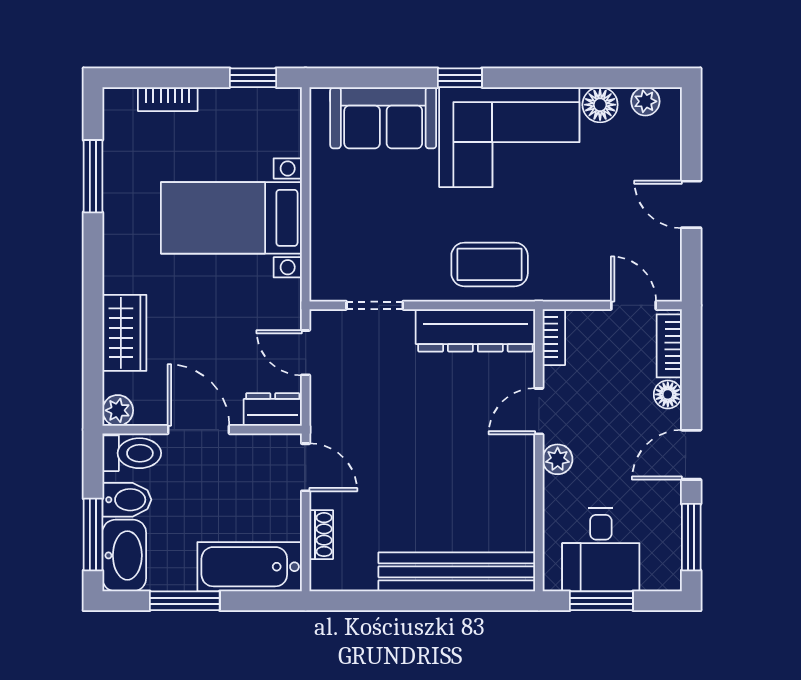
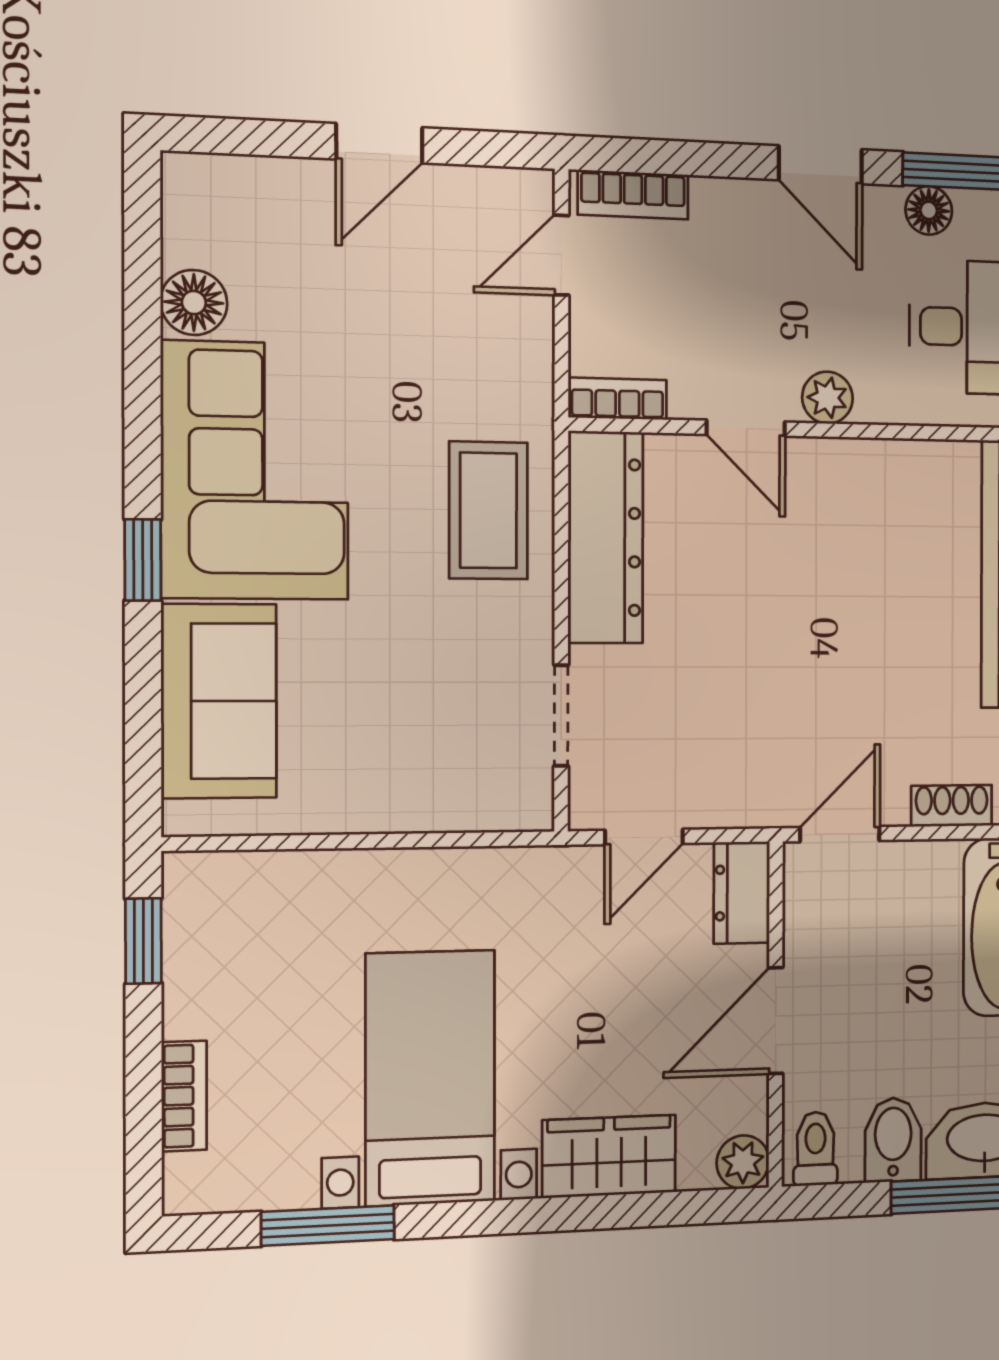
plant: (645, 101) -> (187, 219), removed
bed with nightstands: (231, 218) -> (430, 1078), moved, turned 180
floor lamp: (668, 394) -> (929, 210), moved
toilet: (132, 453) -> (815, 1149), width x0.73, depth x0.72

